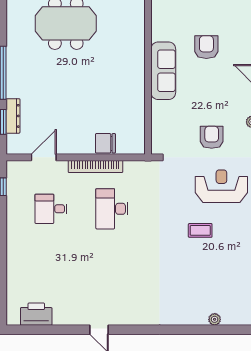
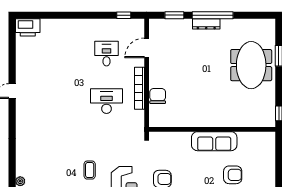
dresser: (13, 116) -> (206, 24), moved
door: (44, 157) -> (147, 48), swing flipped
printer: (36, 314) -> (28, 27), moved, turned 90

